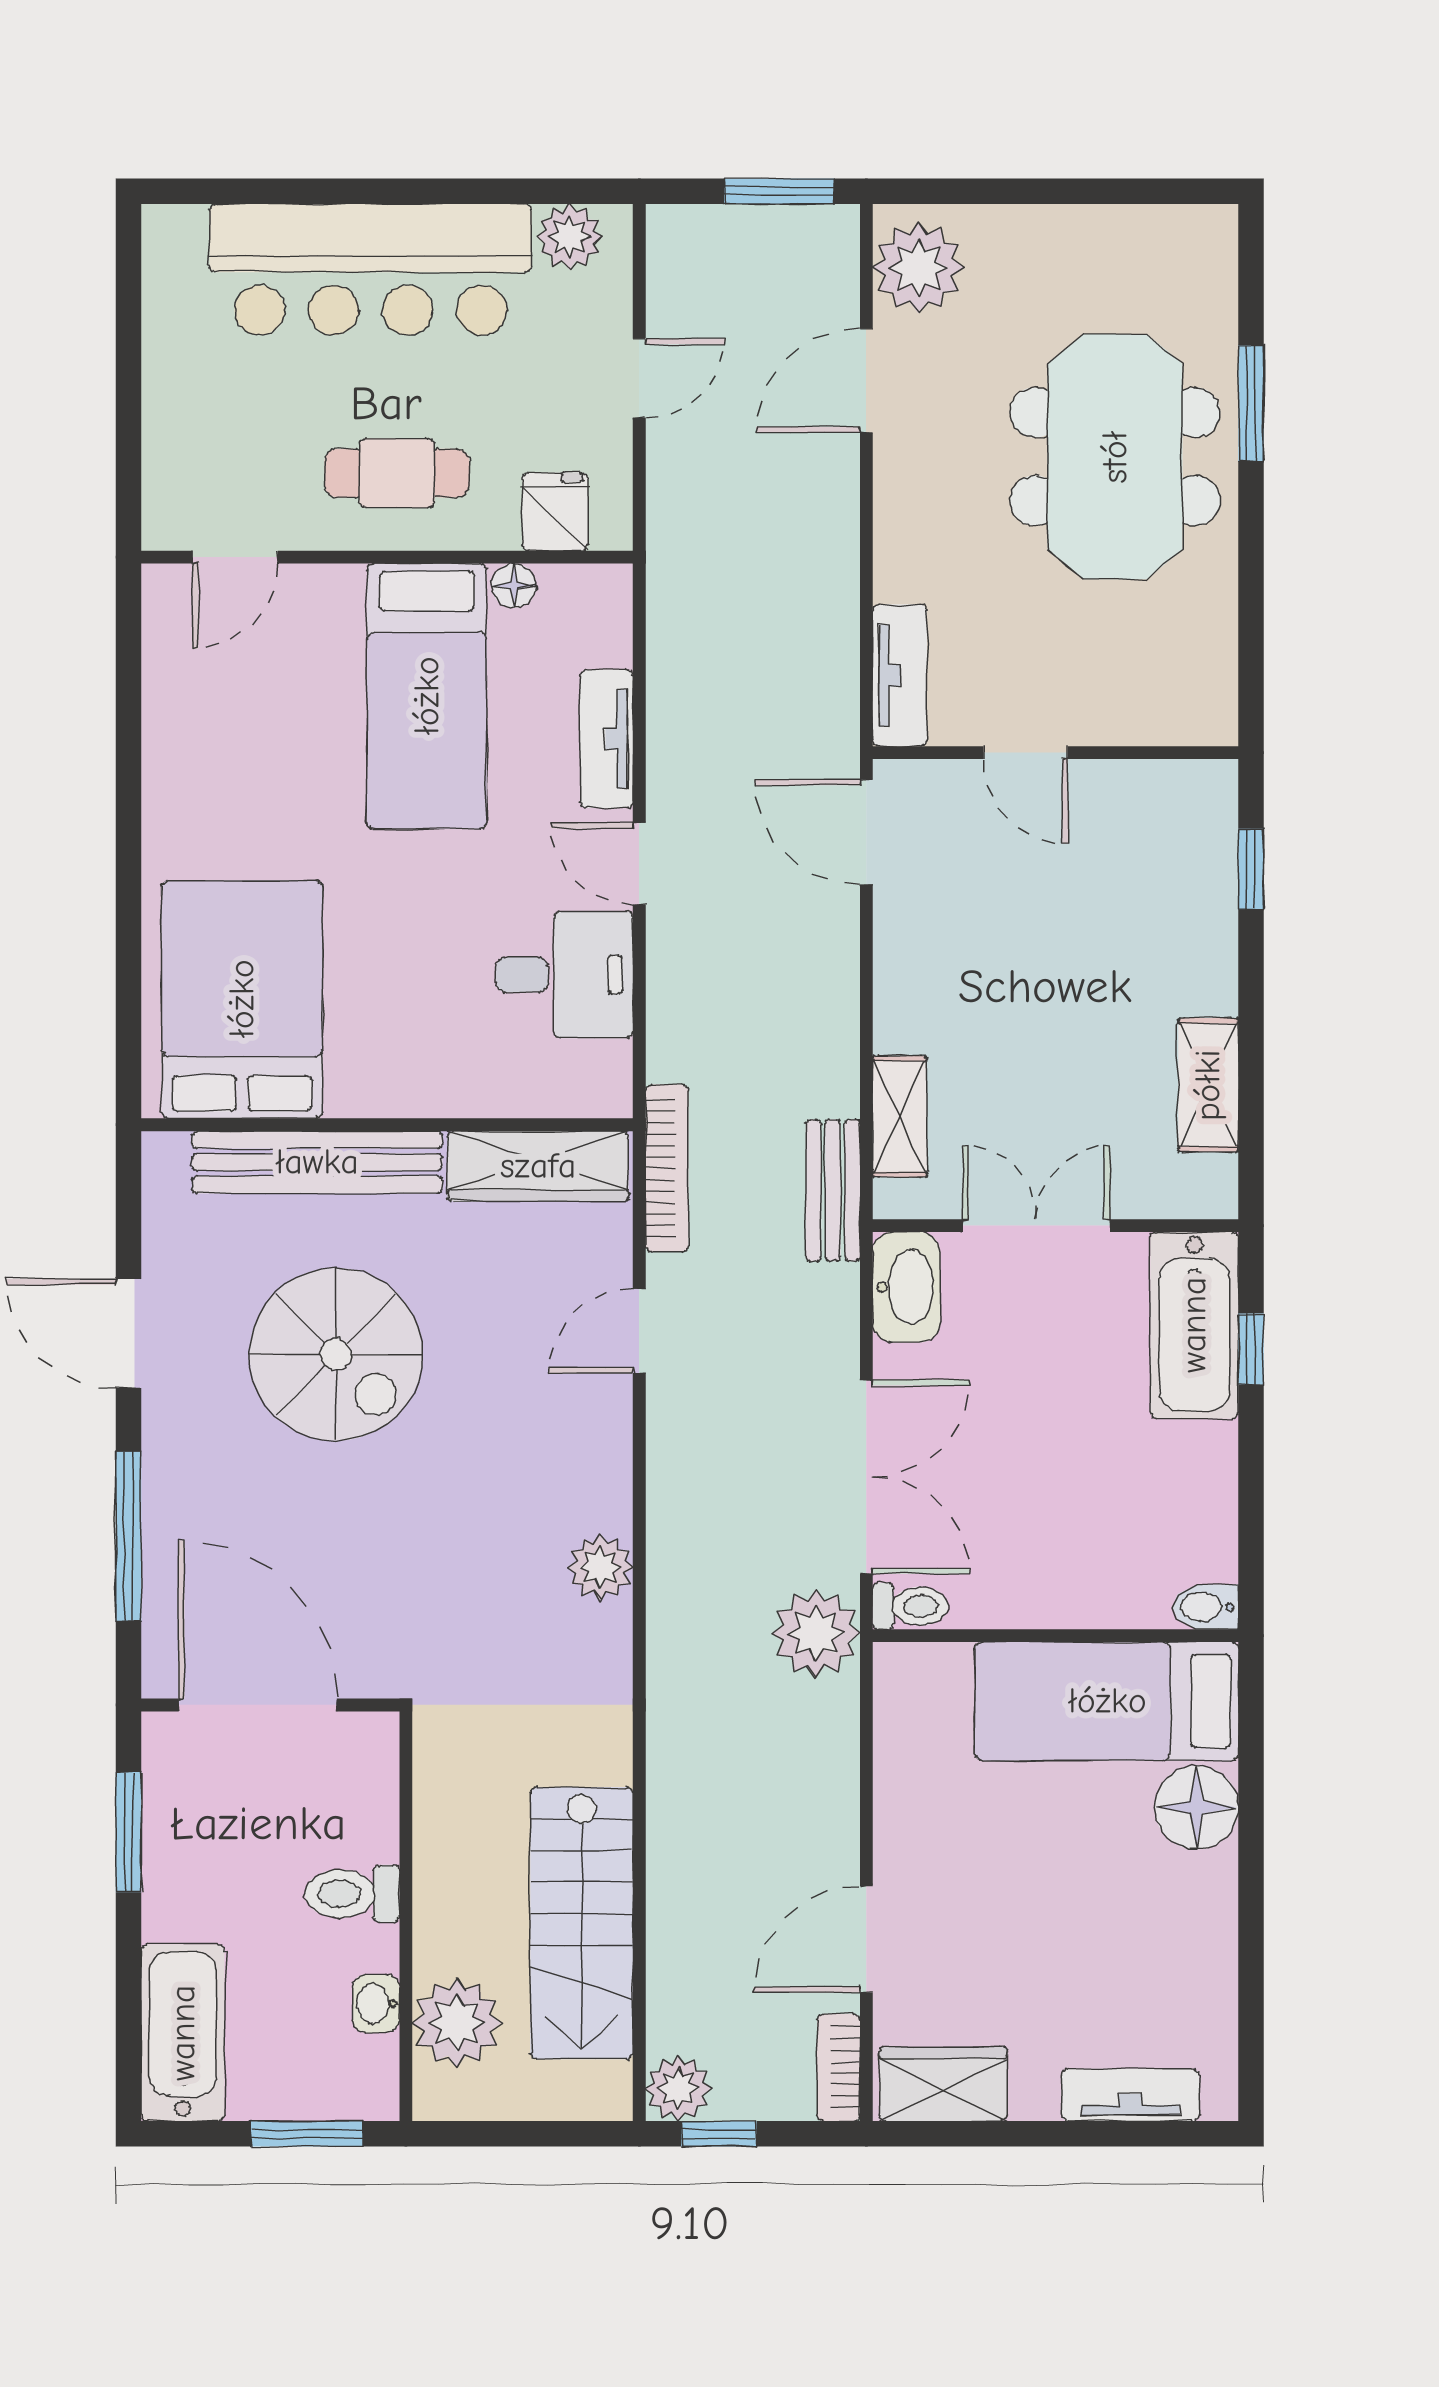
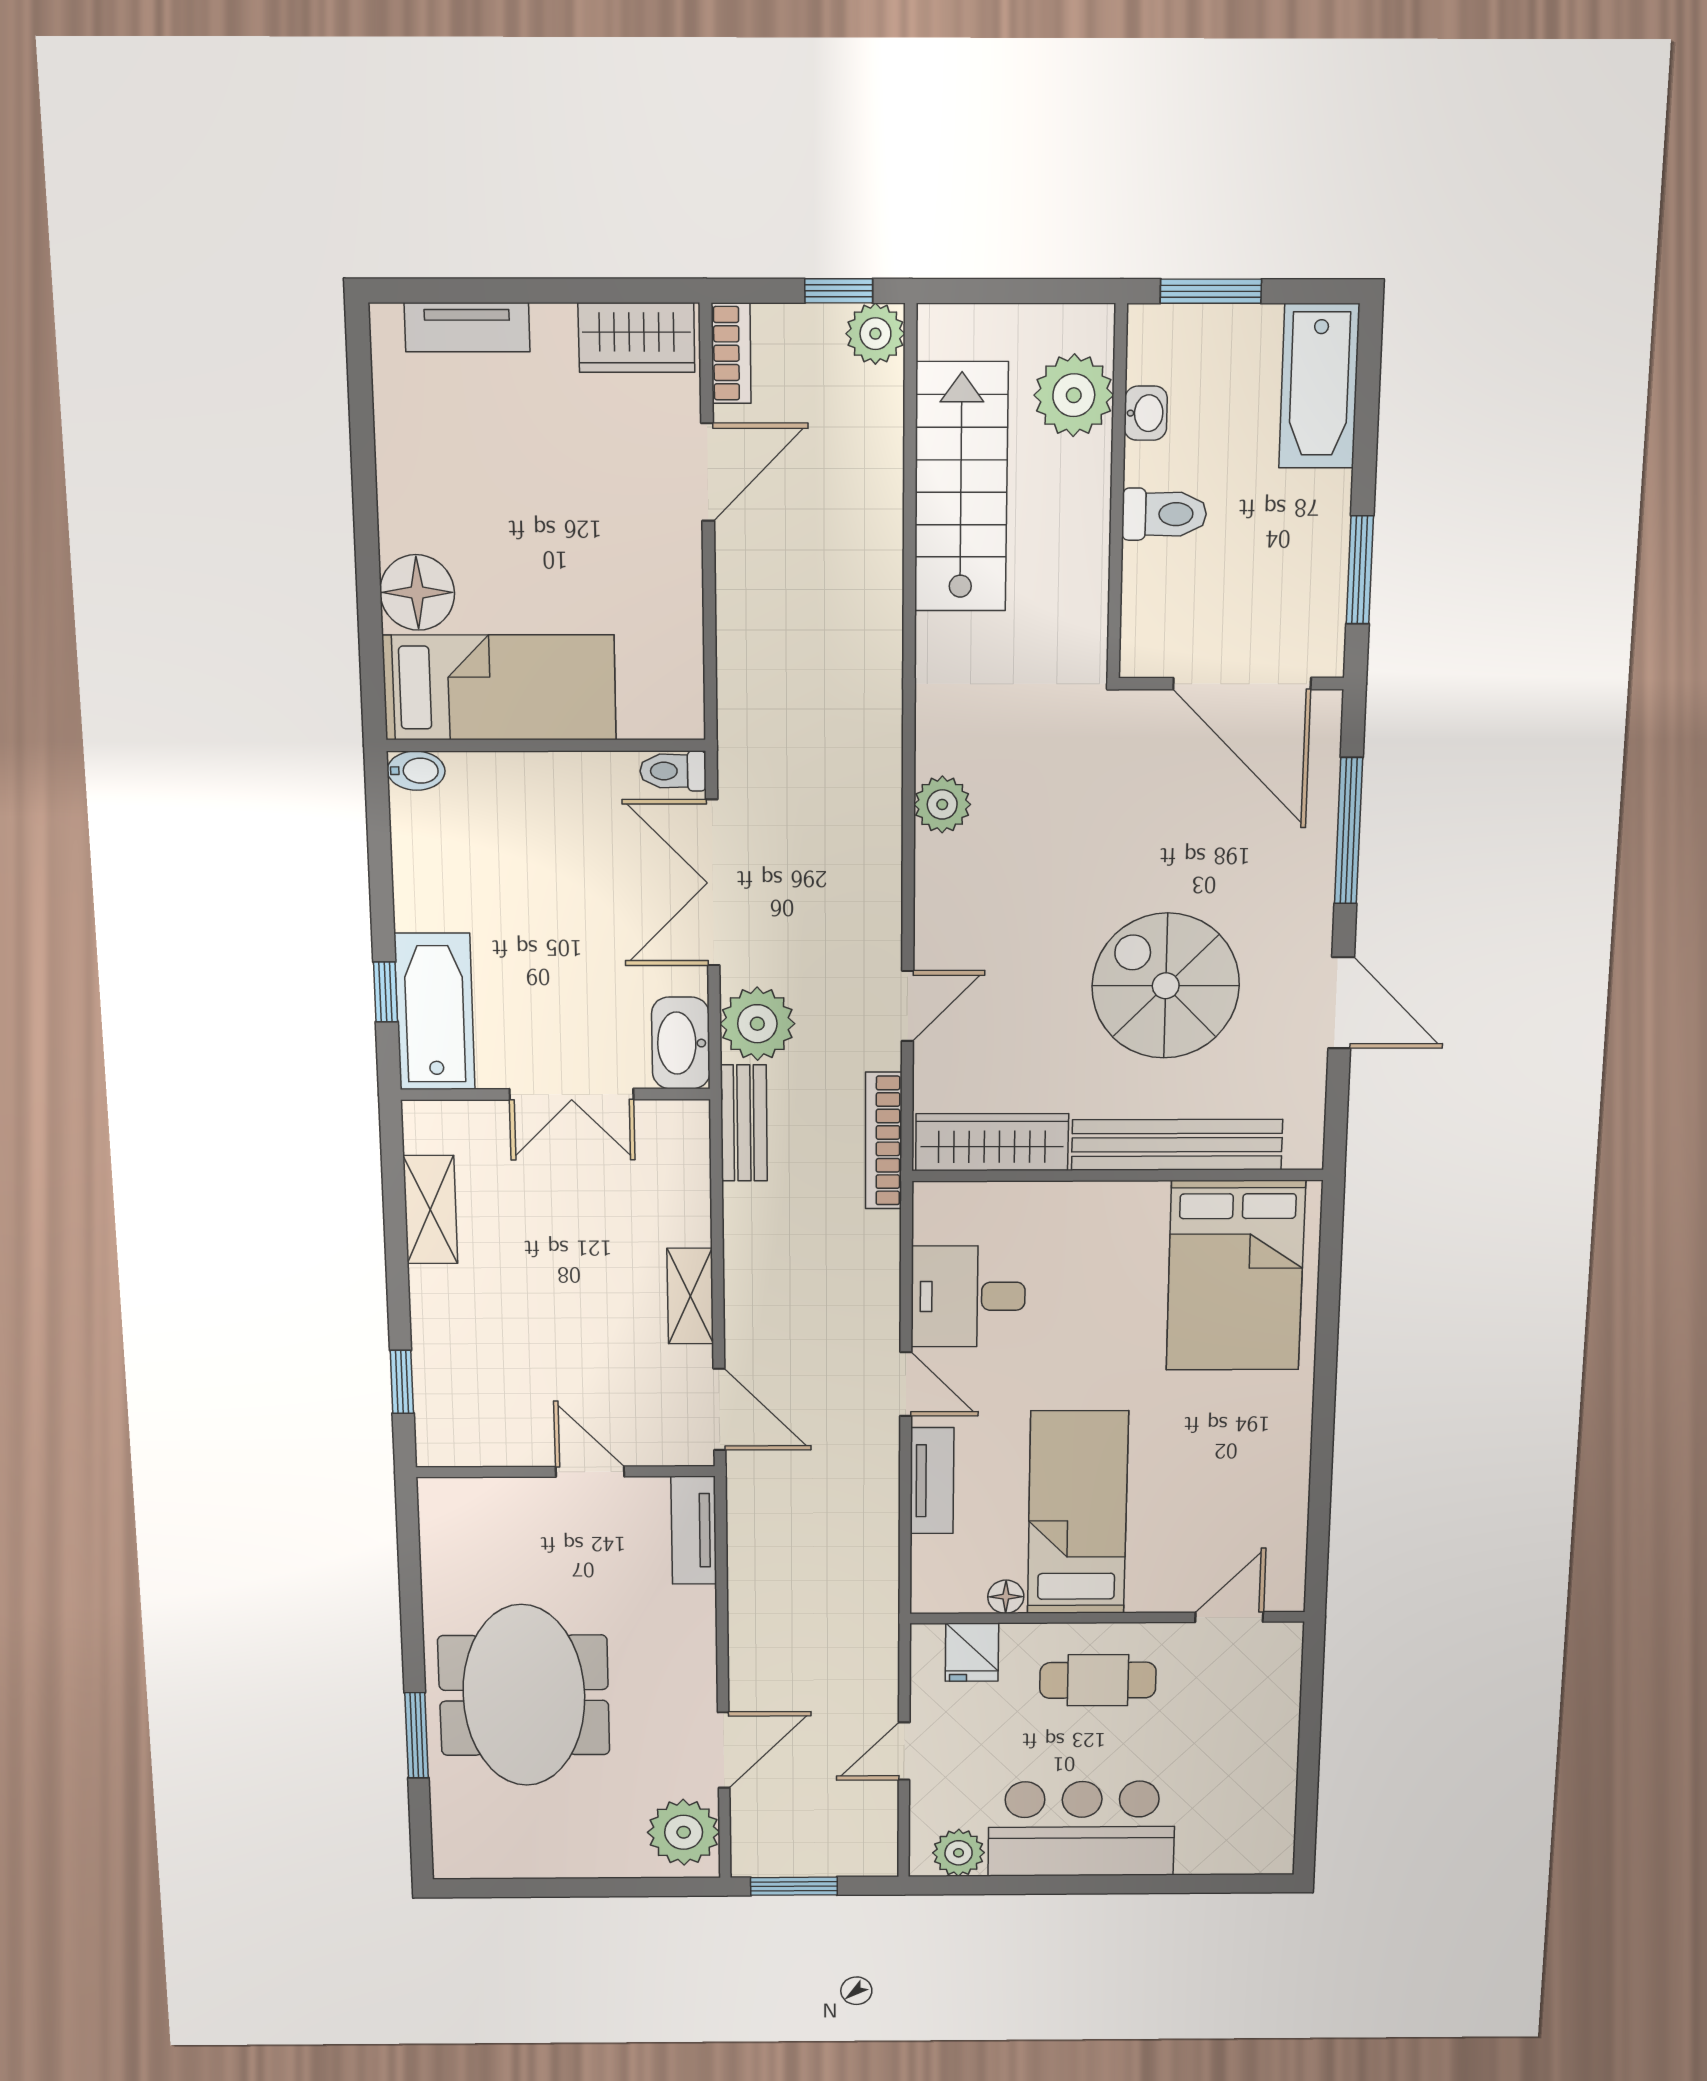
bar counter: (371, 270) -> (1082, 1829), width x0.73
shelving: (900, 1117) -> (690, 1296), moved
plant: (816, 1633) -> (757, 1024), moved

